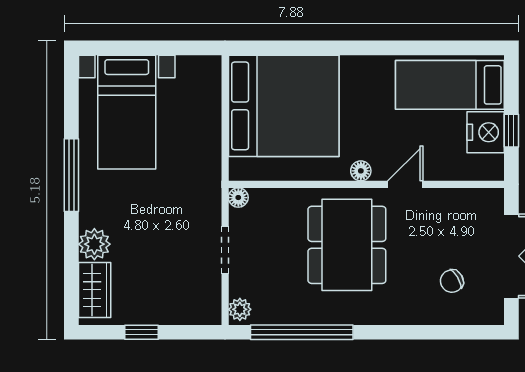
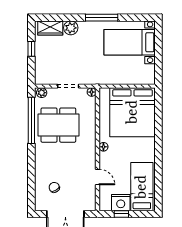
door: (405, 184) -> (97, 177), moved
dining table: (347, 245) -> (58, 125), moved

